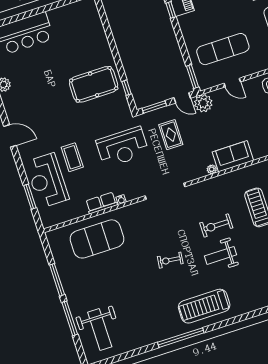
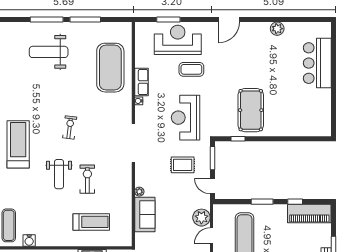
window: (193, 77) -> (262, 202), moved
door: (182, 98) -> (213, 186), hinge flipped
plant: (203, 103) -> (201, 218), moved
weight bench: (220, 255) -> (59, 174), turned 180
weight bench: (100, 329) -> (49, 52), moved

